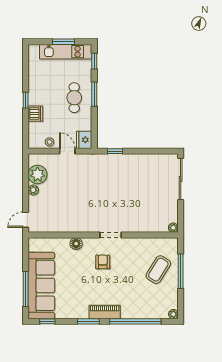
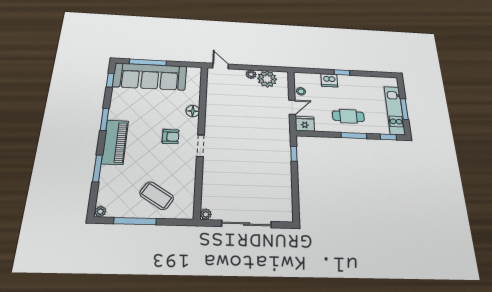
sliding door: (181, 179) -> (247, 224), moved
window: (181, 271) -> (135, 221), moved
piano: (105, 312) -> (115, 142), width x1.37, depth x1.33
window: (135, 321) -> (97, 168), width x0.47

